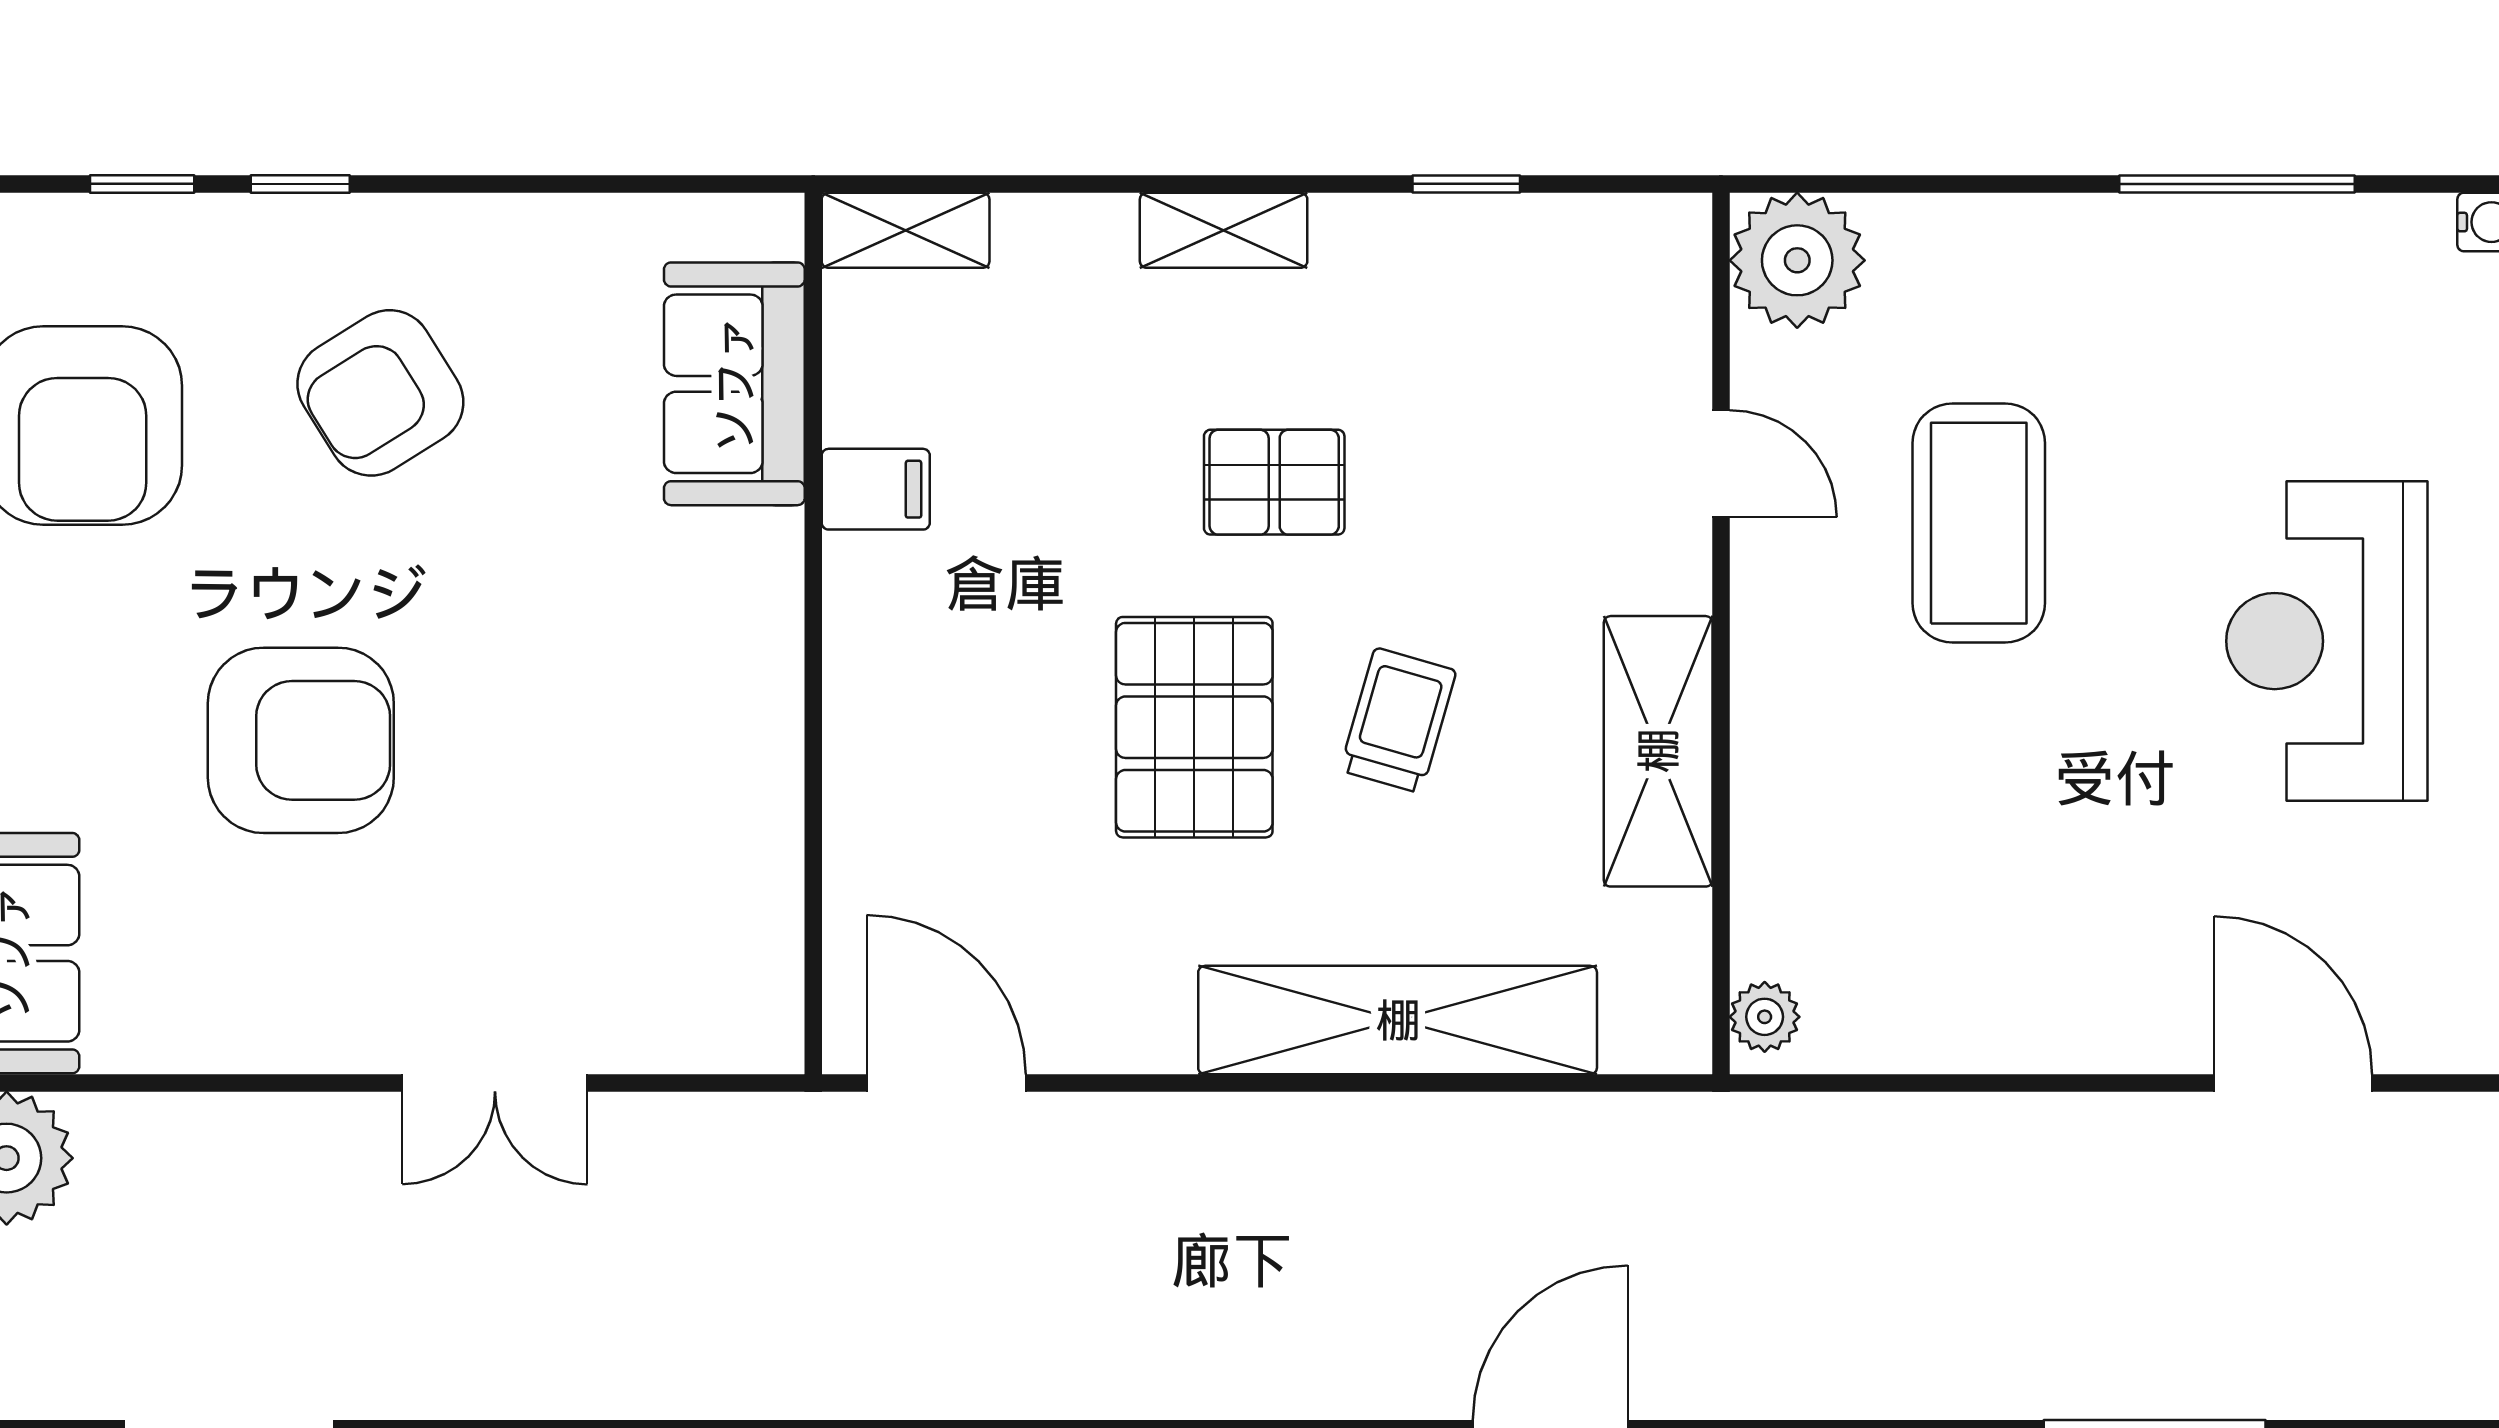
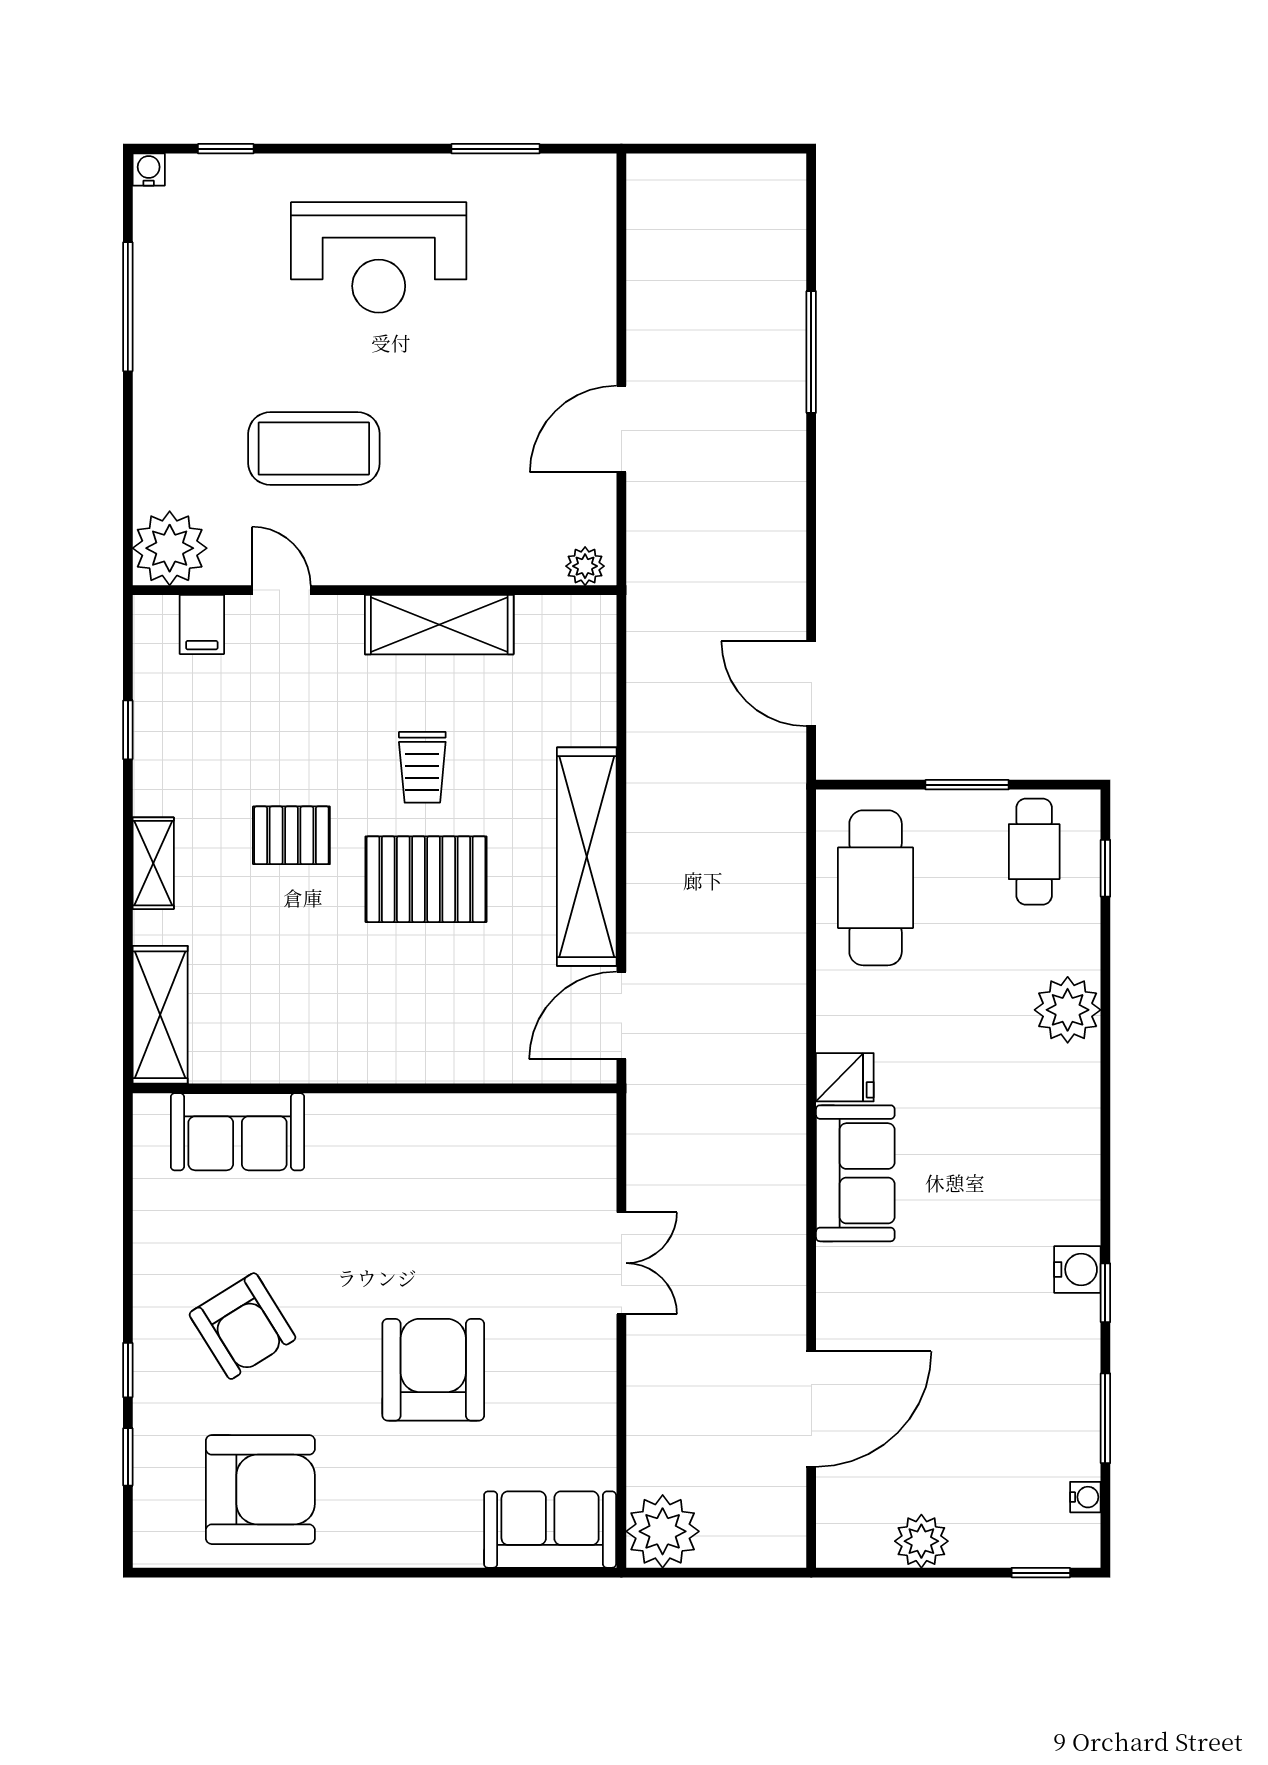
shelving: (906, 230) -> (160, 1015), width x1.50, depth x1.33
door: (1721, 464) -> (281, 590), hinge flipped
pallet: (1274, 482) -> (291, 835), turned 90
filing cabinet: (876, 489) -> (202, 624), moved, turned 180
trolley: (1398, 720) -> (422, 767), turned -106
shelving: (1398, 1020) -> (587, 857), moved
door: (2293, 1083) -> (621, 429), moved

